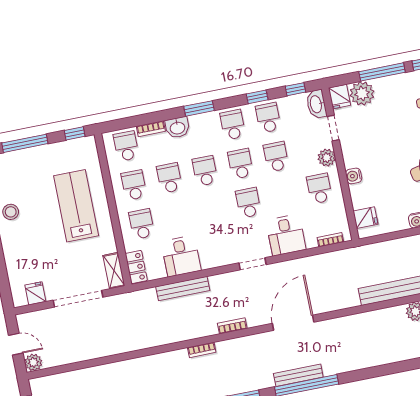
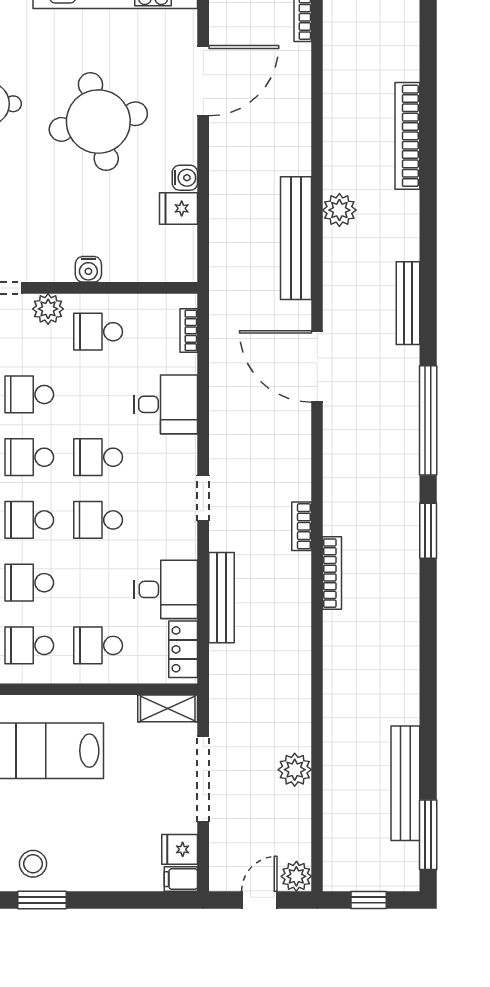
school desk: (213, 210) -> (98, 520), added
fridge: (365, 218) -> (179, 208), moved, turned -90
doorway: (253, 264) -> (203, 498), moved
locker: (136, 267) -> (183, 649), moved, turned -90
filing cabinet: (19, 297) -> (181, 879), added
door: (293, 323) -> (317, 366), moved
plant: (94, 349) -> (295, 770), added
bookcase: (202, 350) -> (332, 573), width x1.56
bench: (298, 375) -> (408, 303), moved

